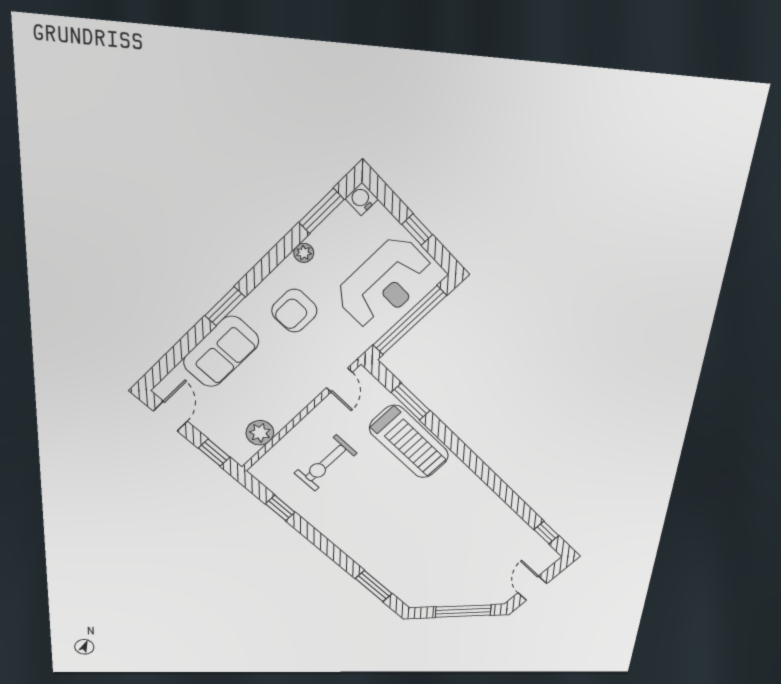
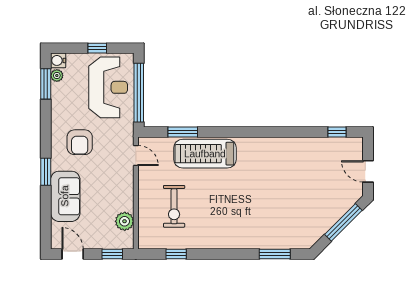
plant: (304, 253) -> (57, 75), moved
treadmill: (409, 442) -> (205, 154), turned 180

